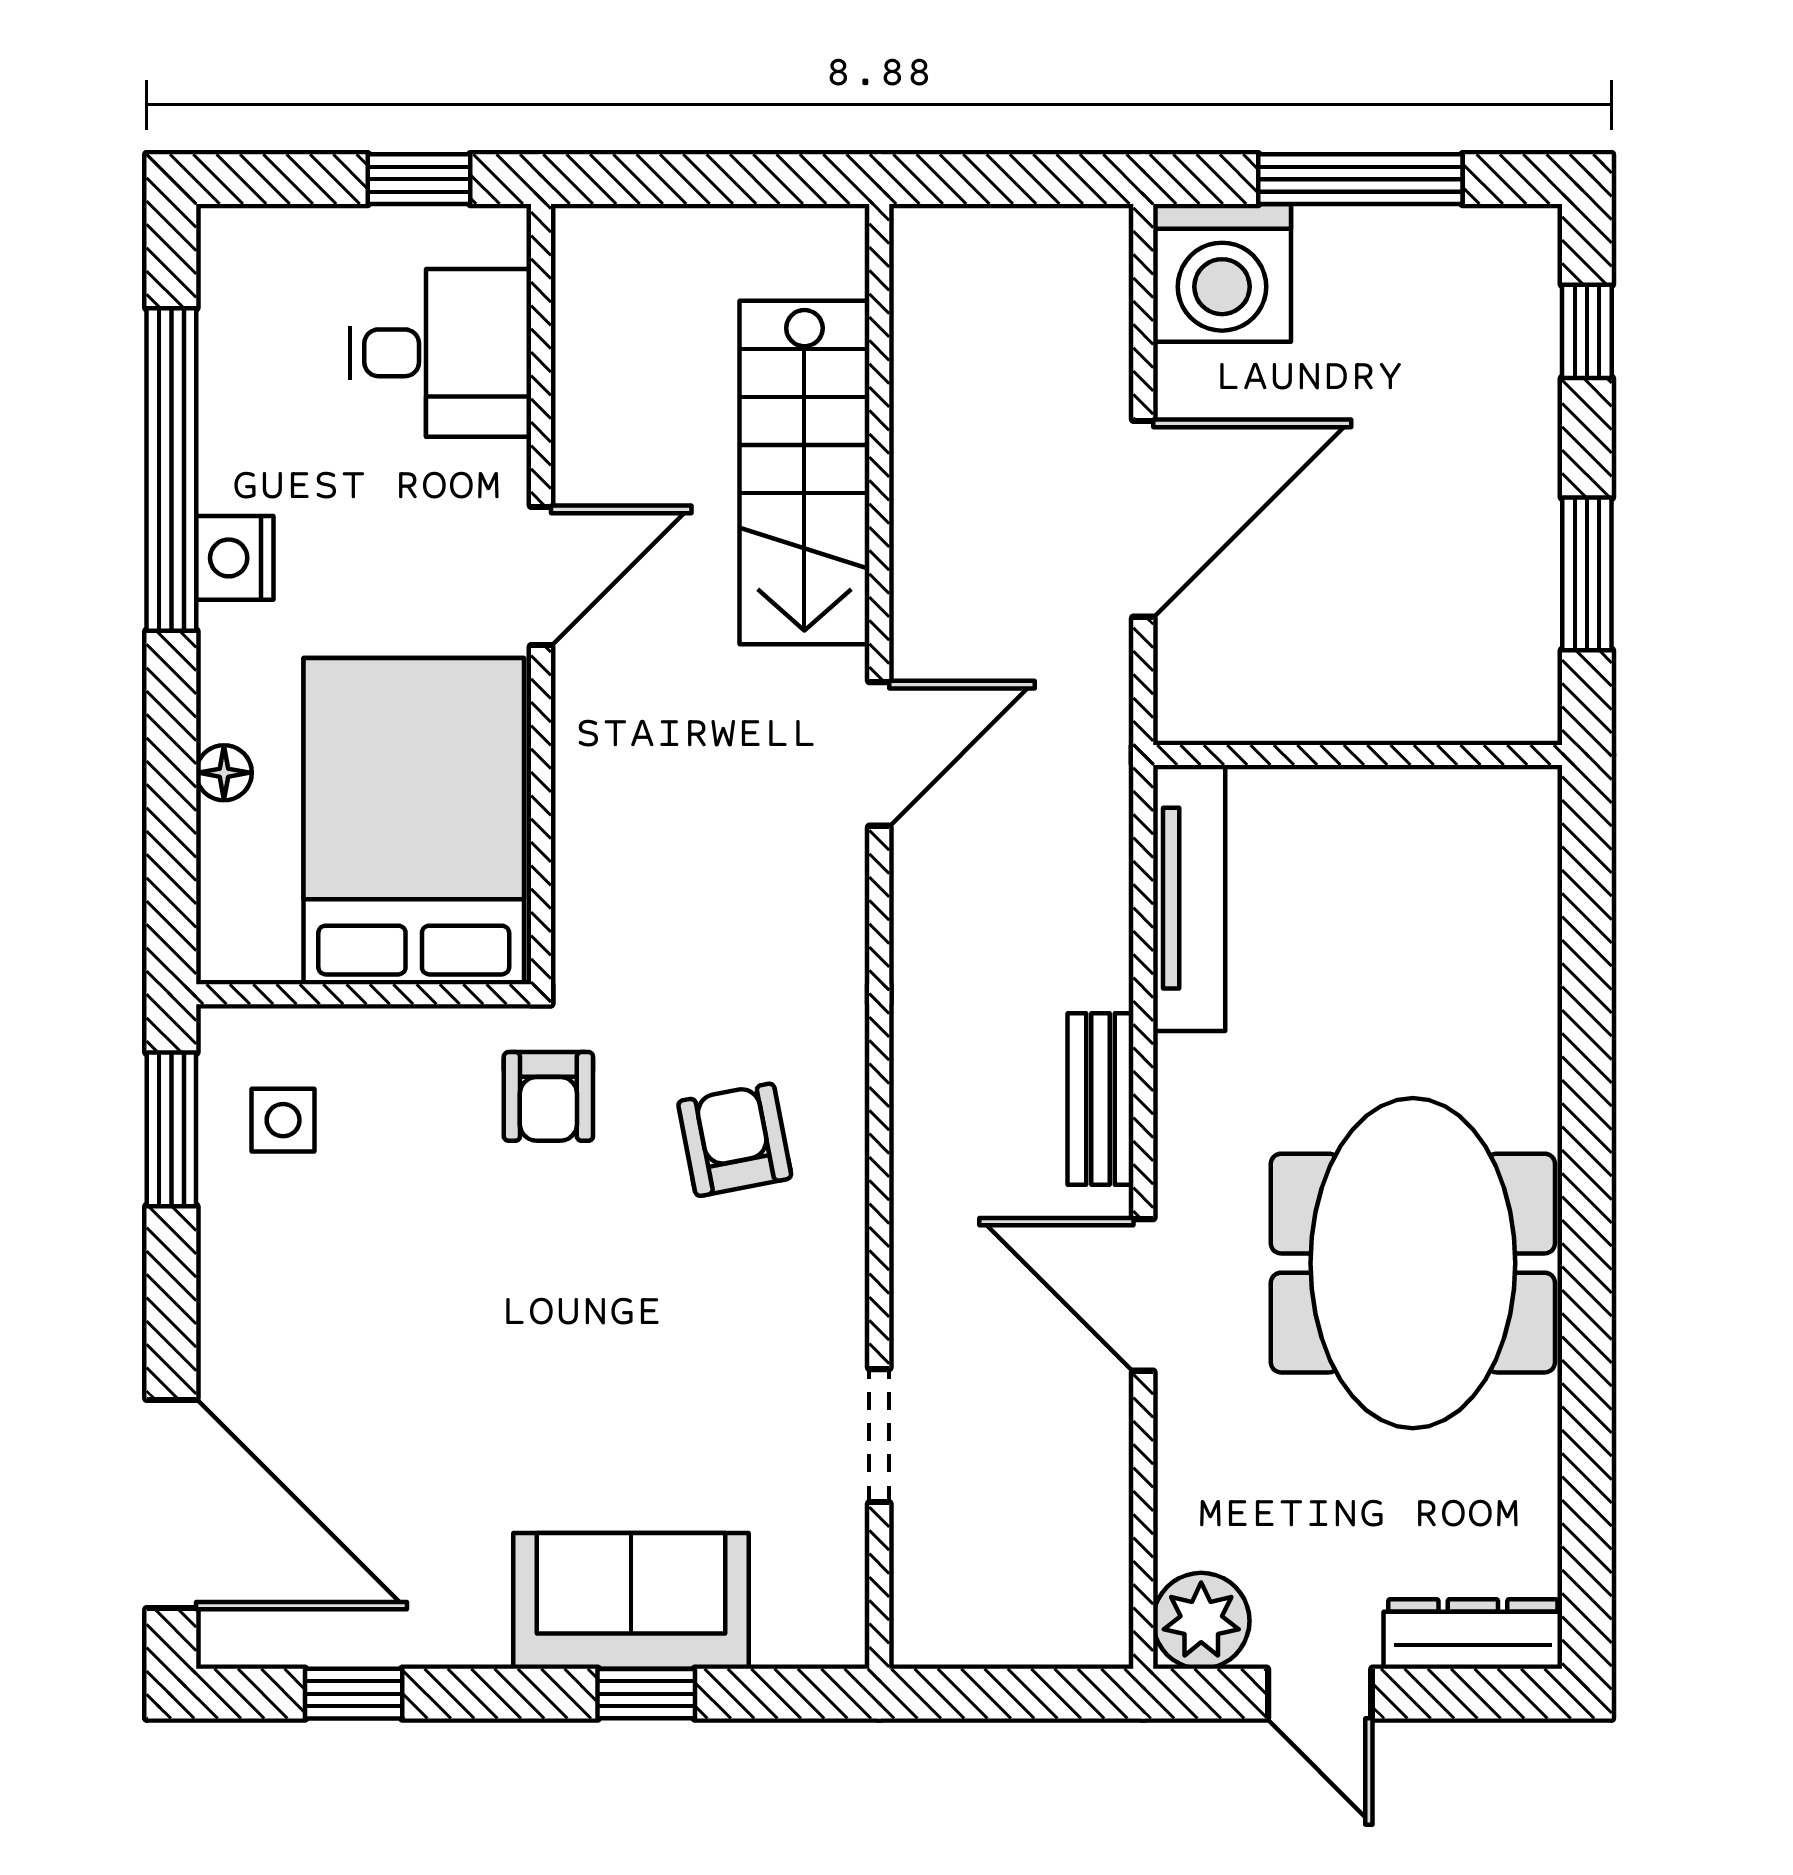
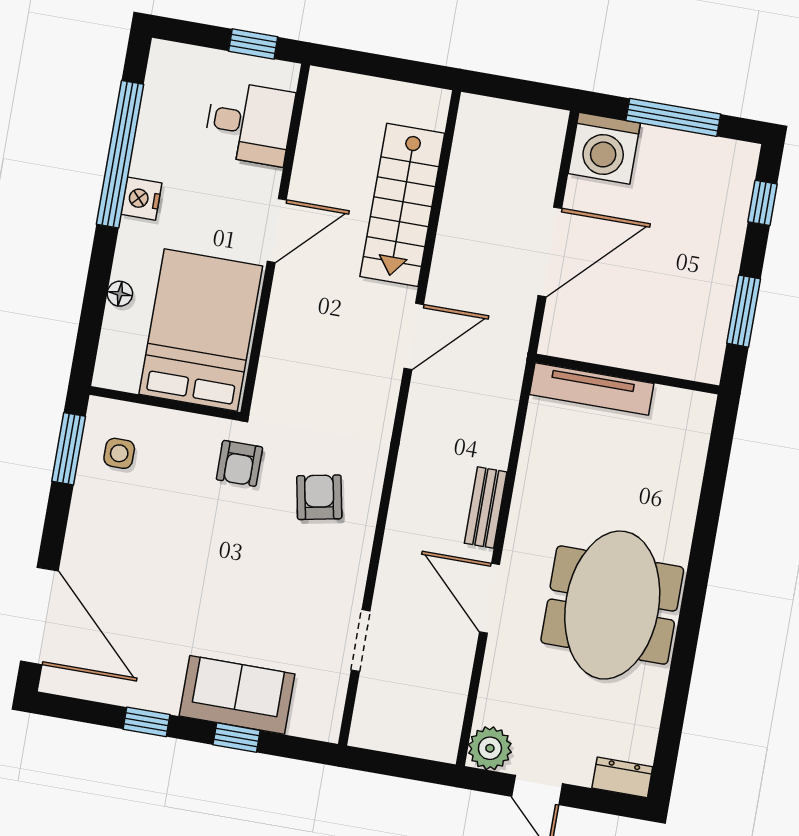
tv unit: (1189, 898) -> (592, 389), moved, turned 90
dresser: (1473, 1634) -> (622, 777), width x0.70
window: (354, 1694) -> (147, 722), moved

